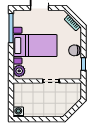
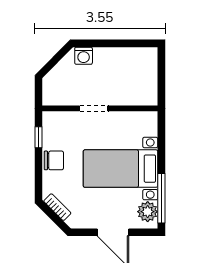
plant: (19, 71) -> (148, 212), moved
washing machine: (18, 112) -> (84, 56), moved

